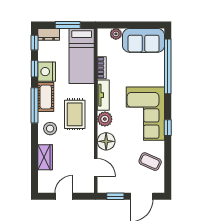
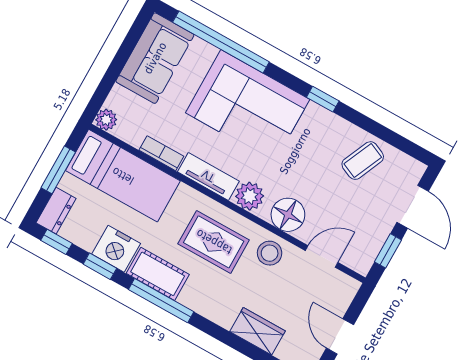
plant: (116, 34) -> (106, 120), moved
corner sofa: (145, 114) -> (248, 106), moved
stool: (50, 129) -> (270, 253), moved

